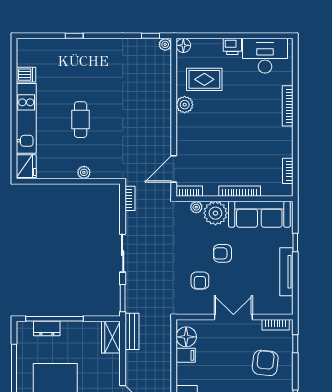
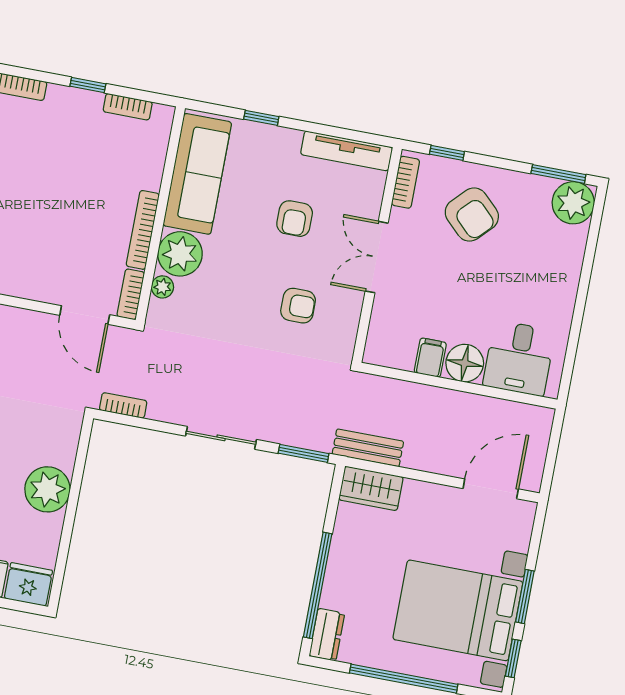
window: (295, 148) -> (88, 85), added
plant: (84, 172) -> (47, 489), width x1.87, depth x1.87
bookcase: (240, 191) -> (143, 230), moved
armchair: (223, 253) -> (295, 219), moved
tv unit: (286, 272) -> (347, 151), moved
dresser: (47, 328) -> (327, 635), moved
floor lamp: (186, 337) -> (465, 363), moved
armchair: (265, 363) -> (472, 215), turned -142

